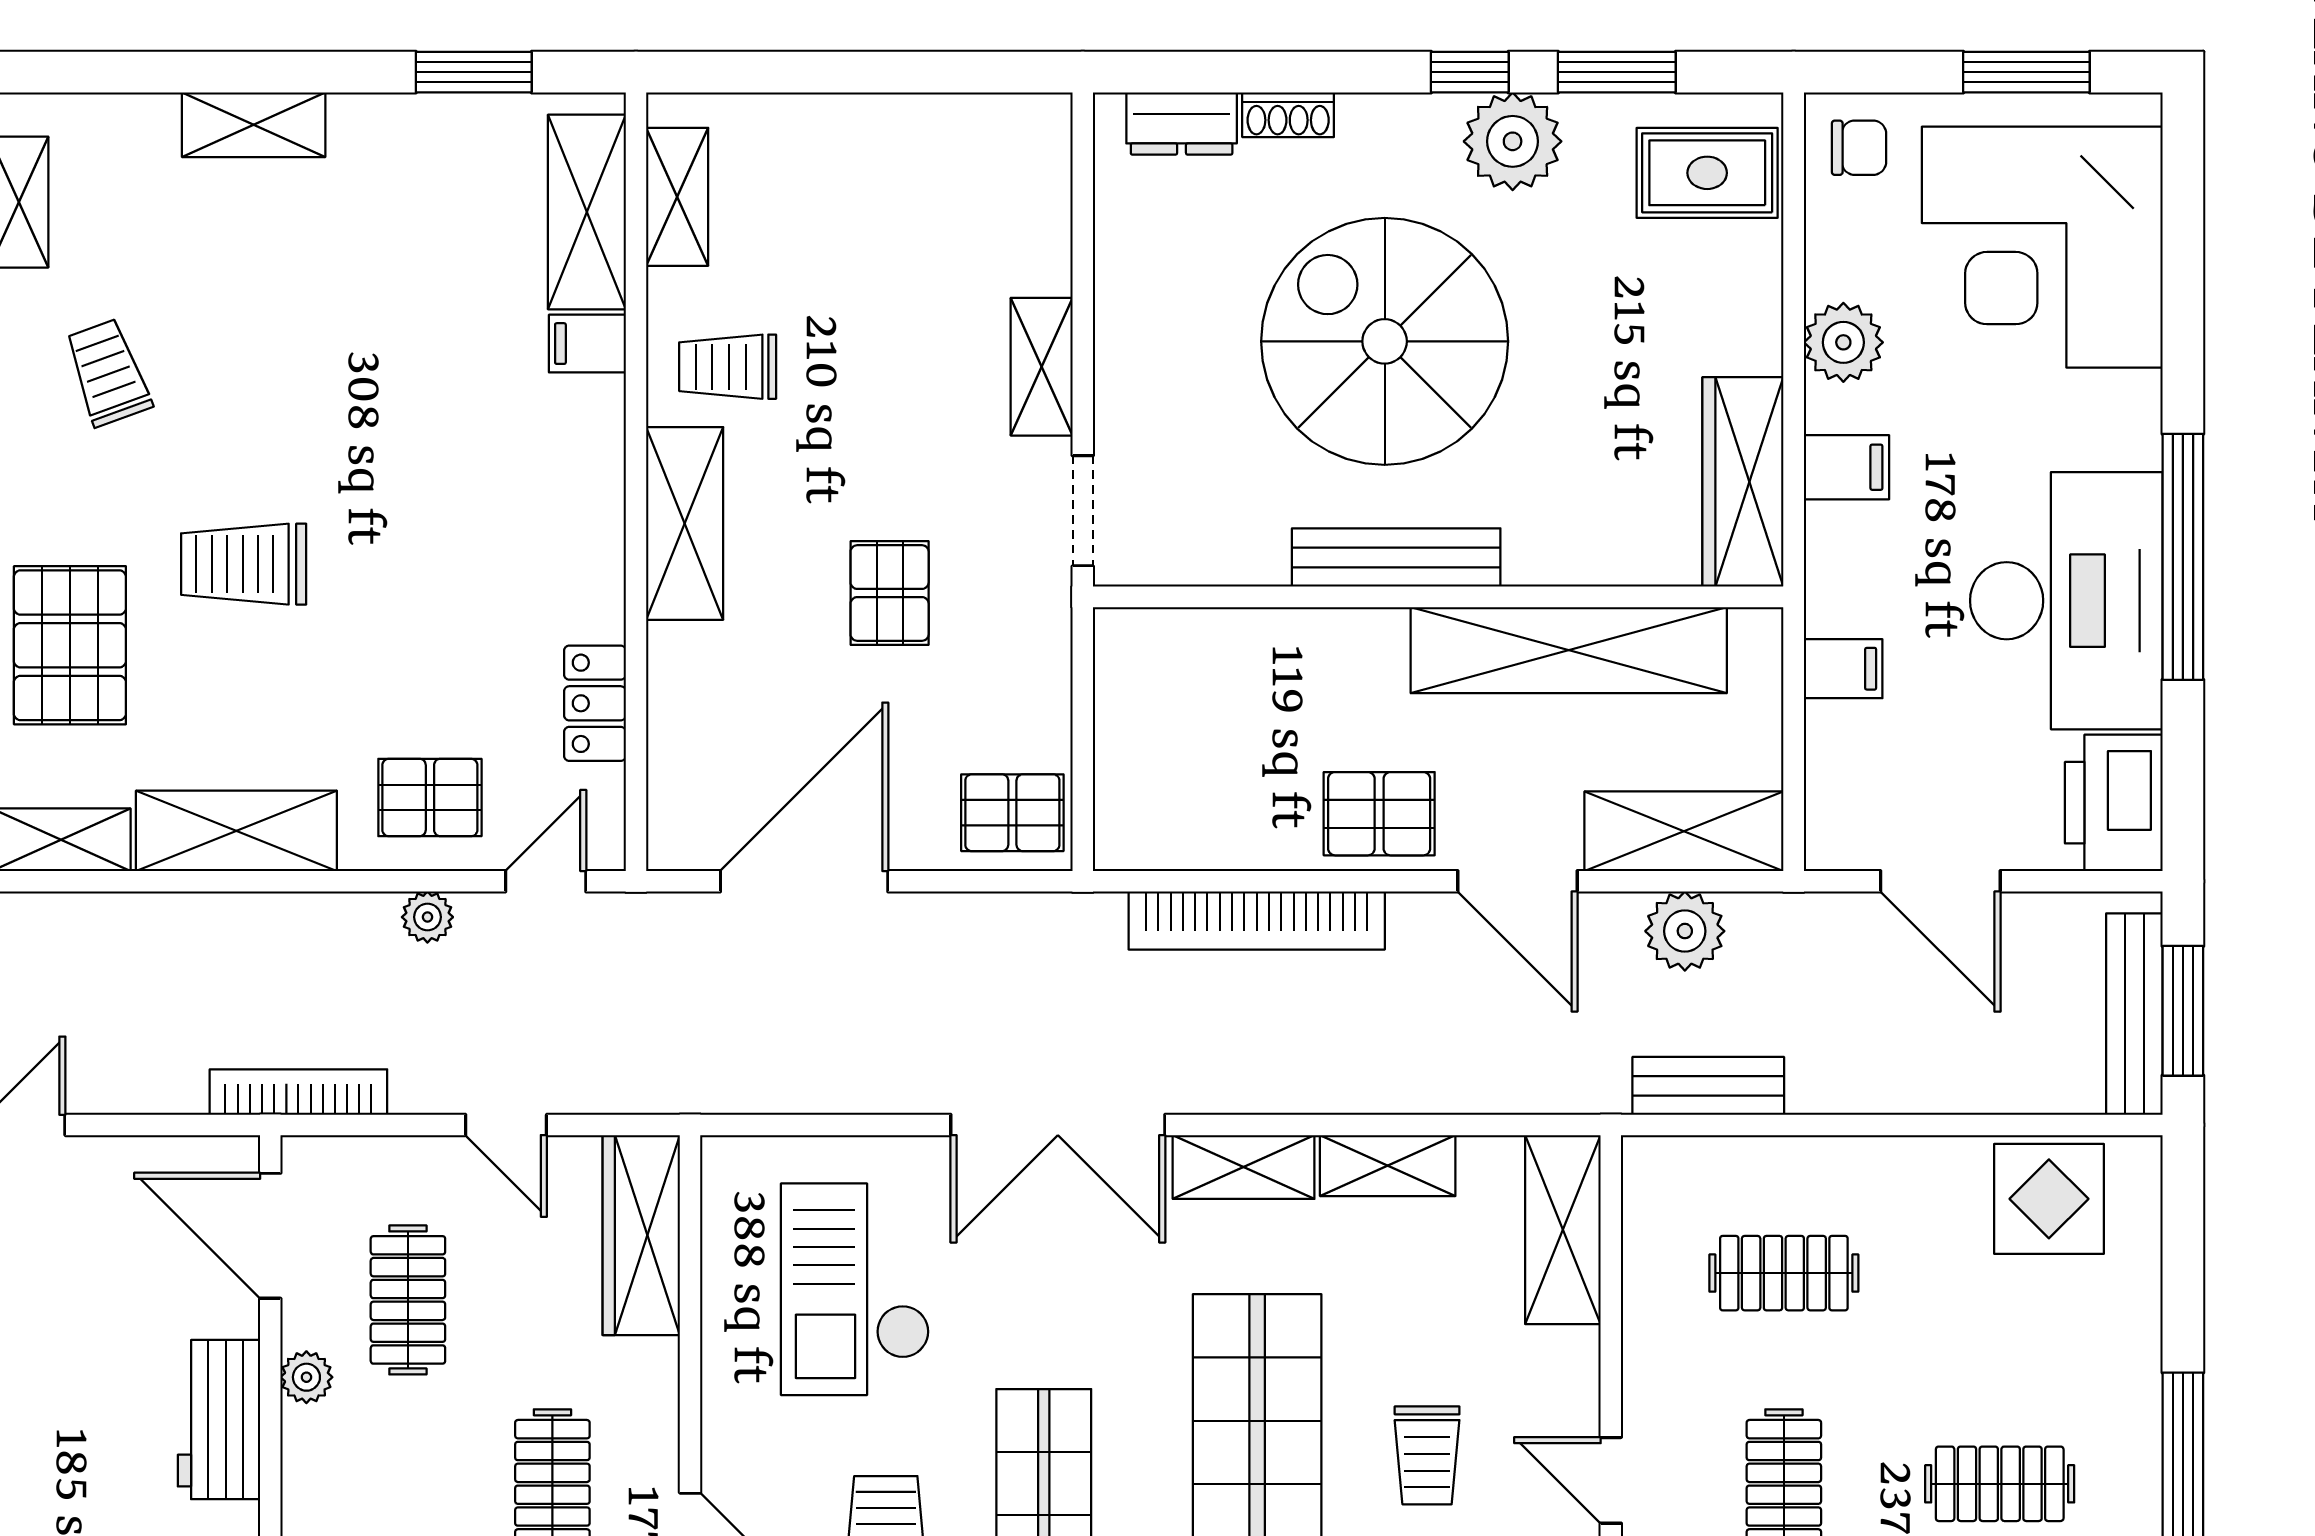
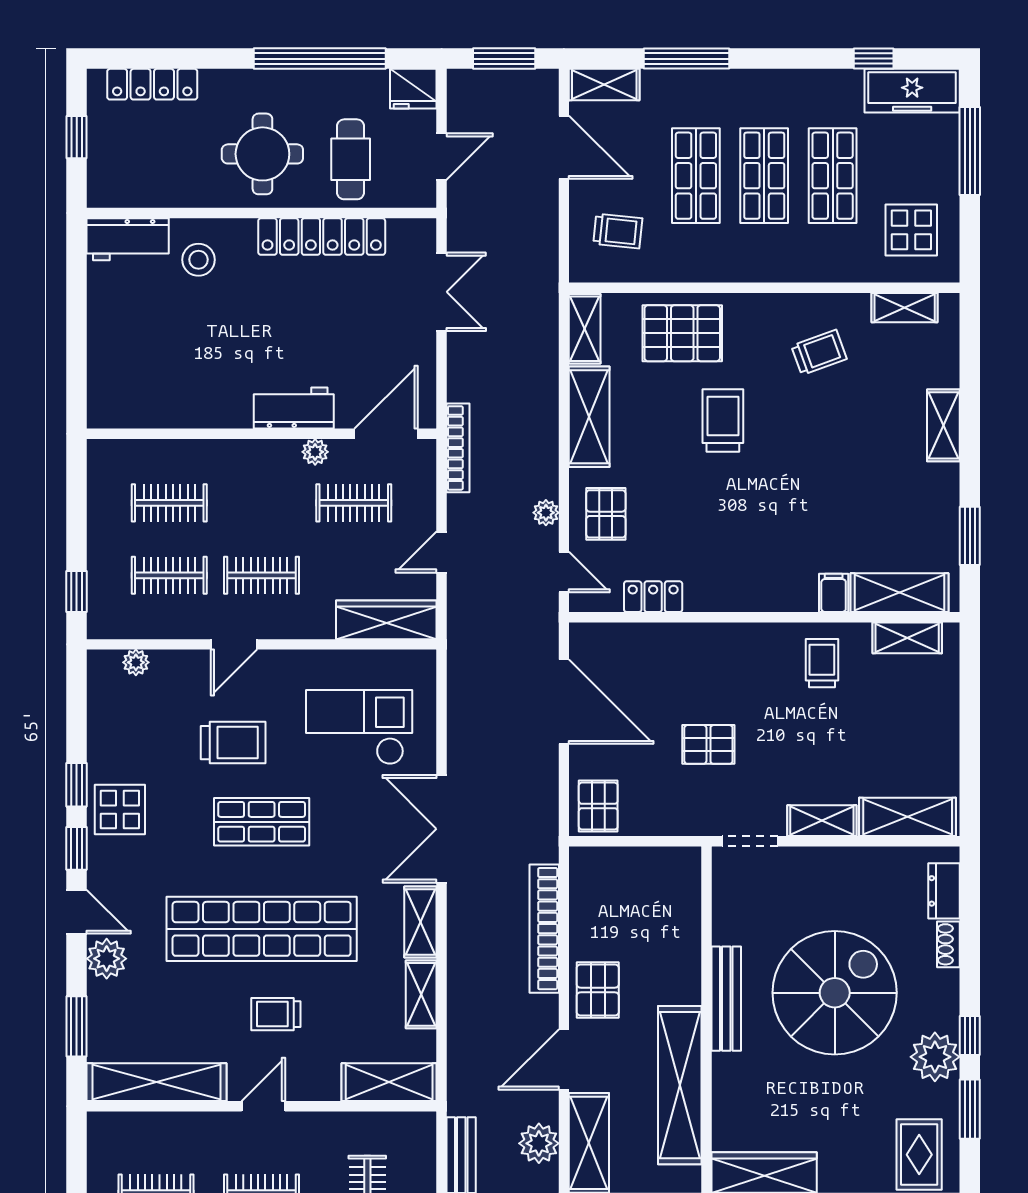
shelving: (685, 523) -> (908, 817), moved

